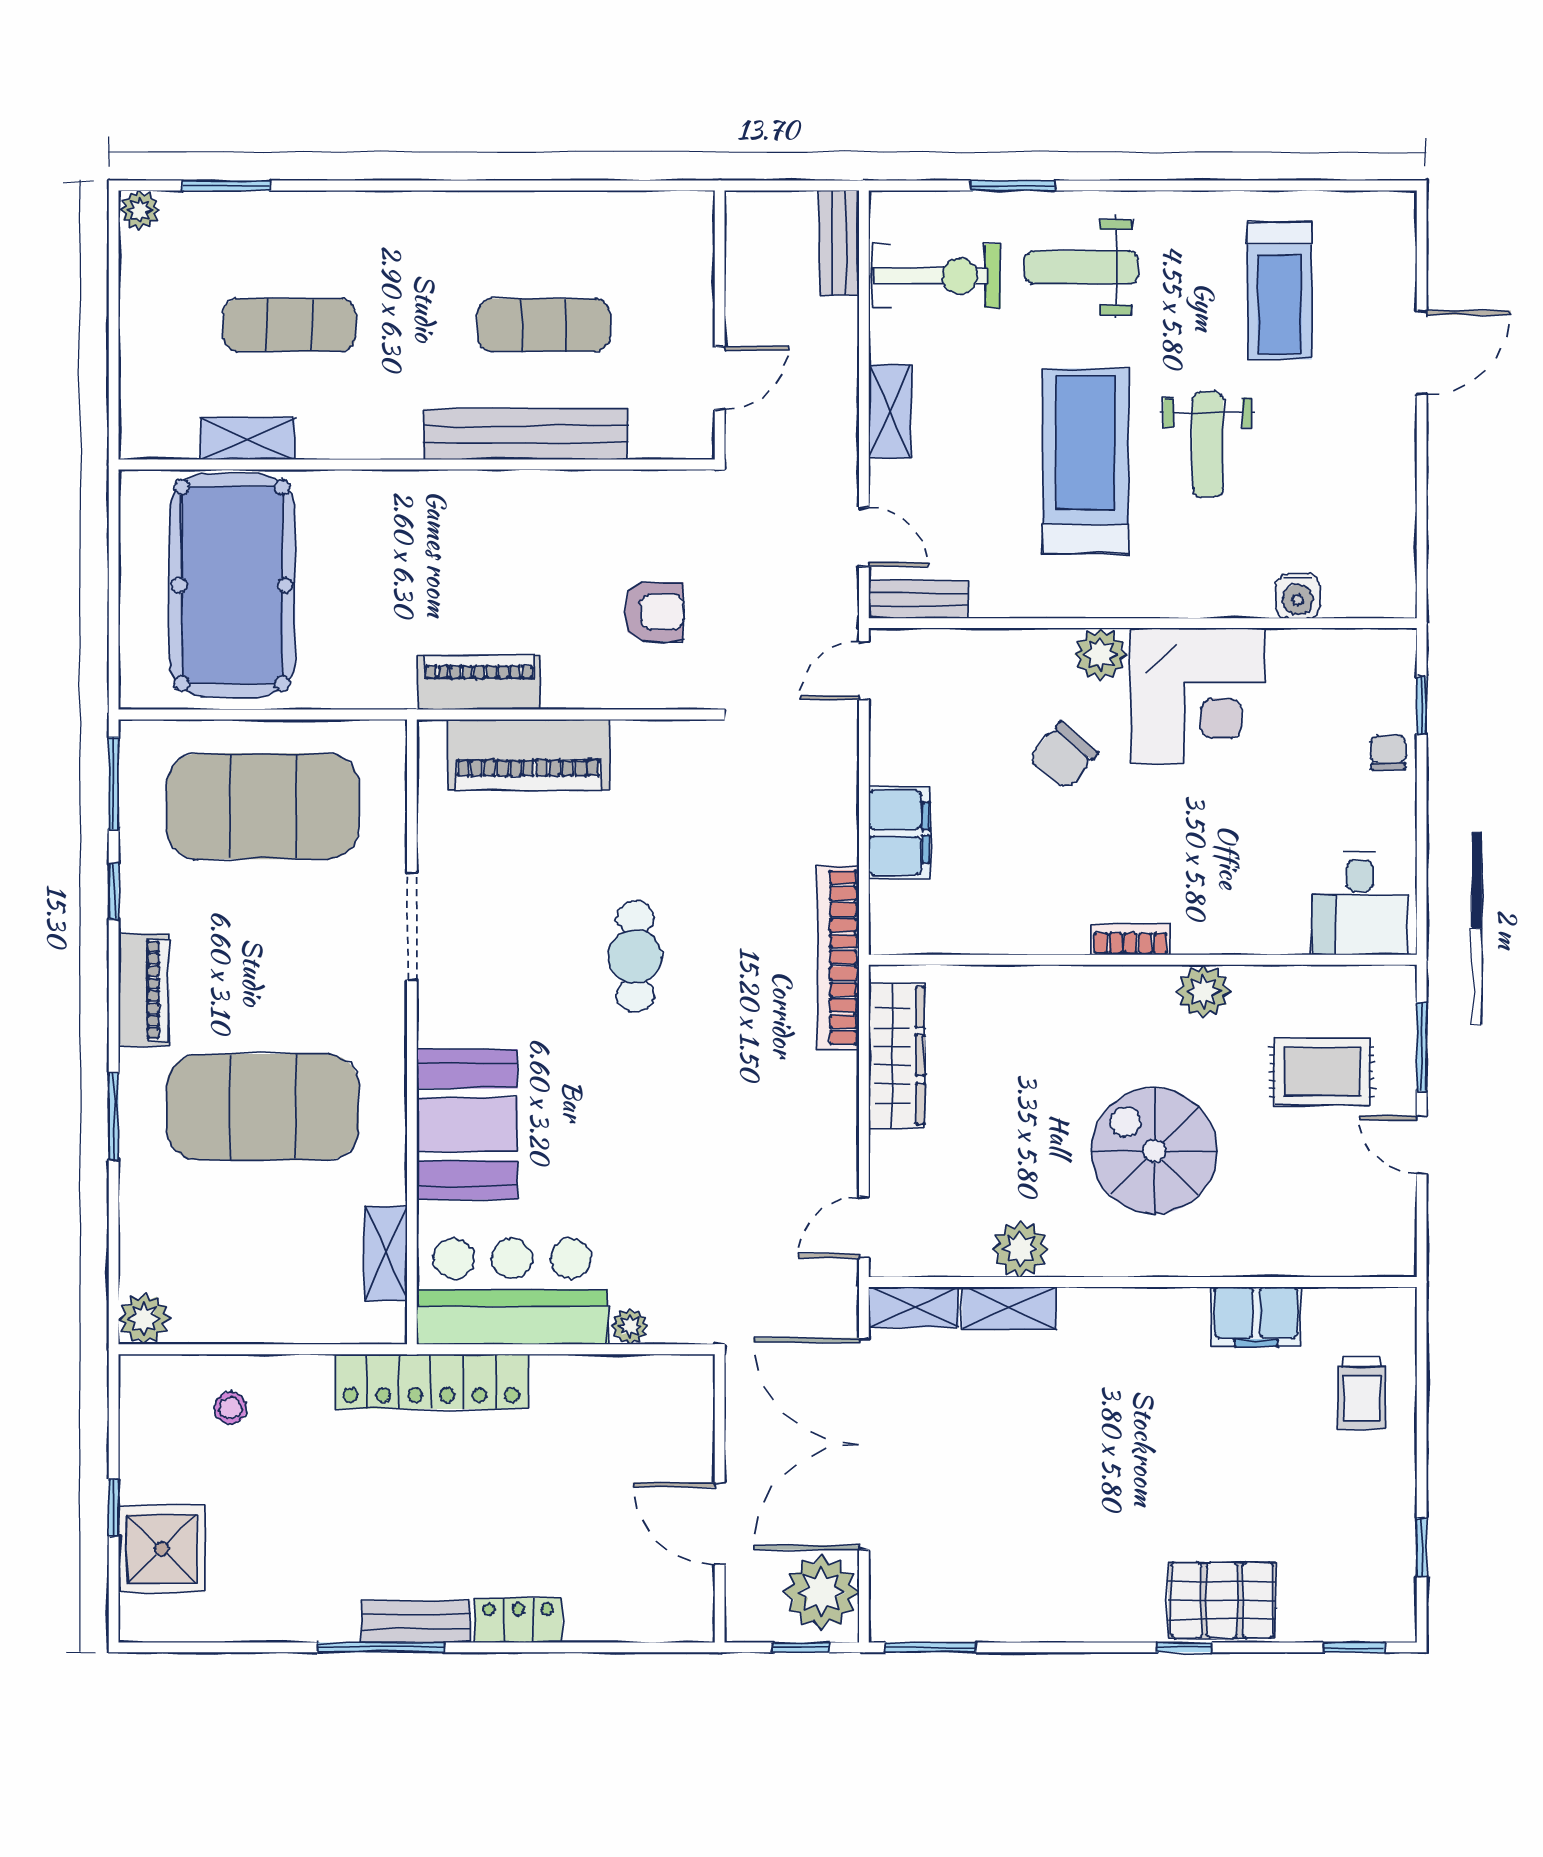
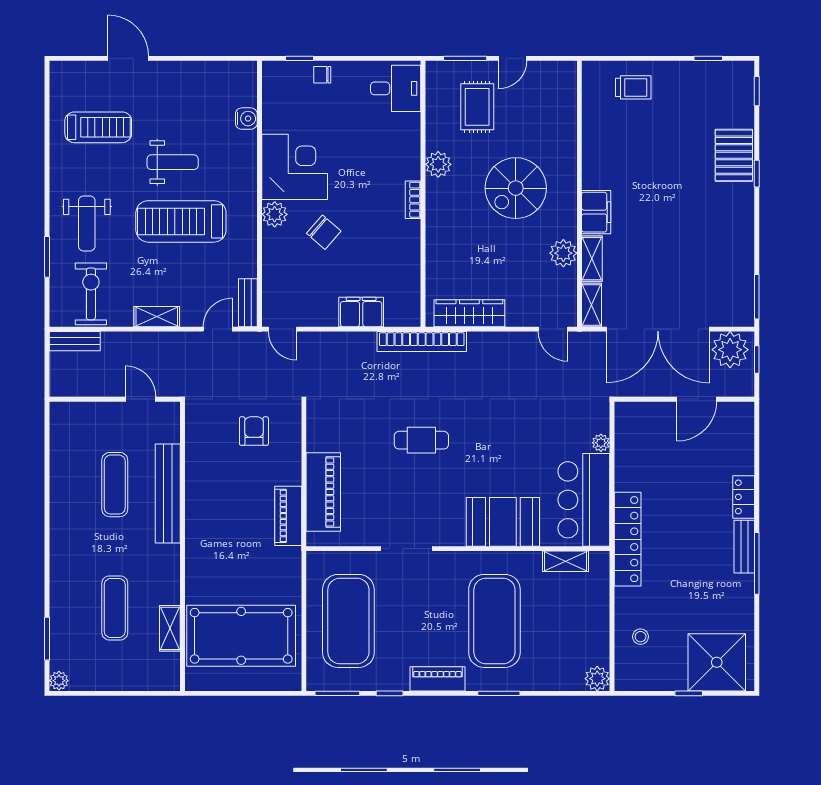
filing cabinet: (1256, 1317) -> (596, 212), moved
shower: (162, 1549) -> (717, 662), width x1.37, depth x1.37

